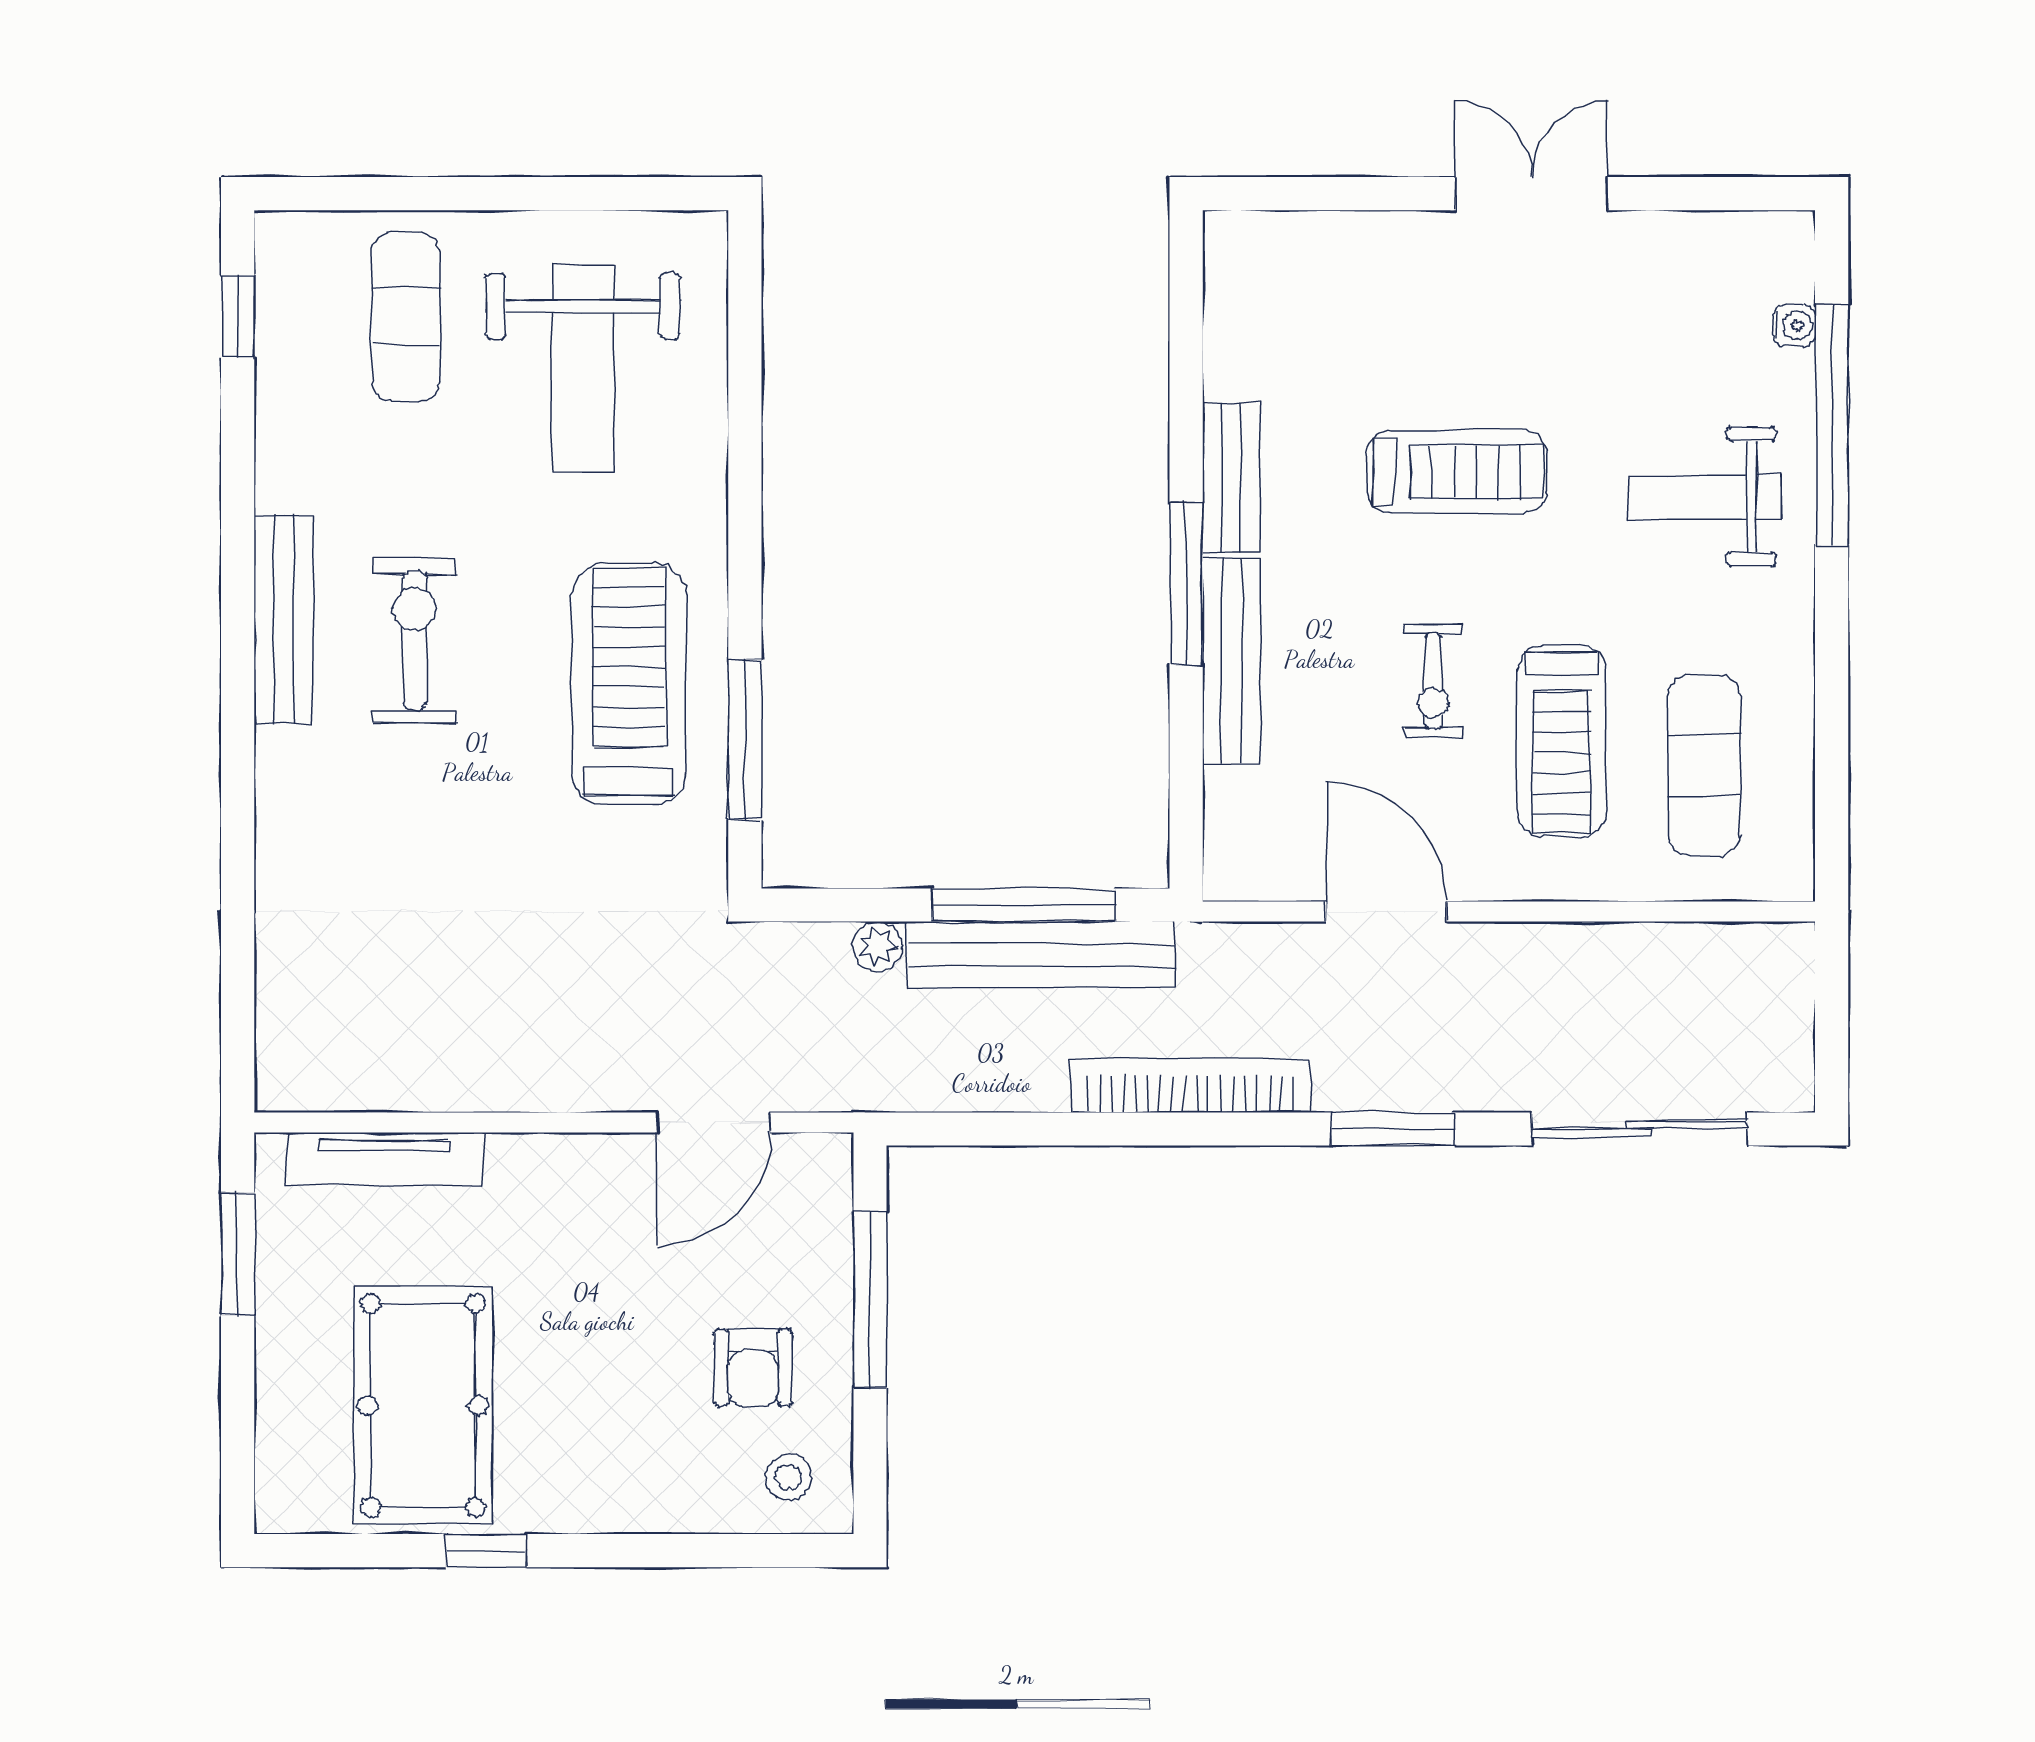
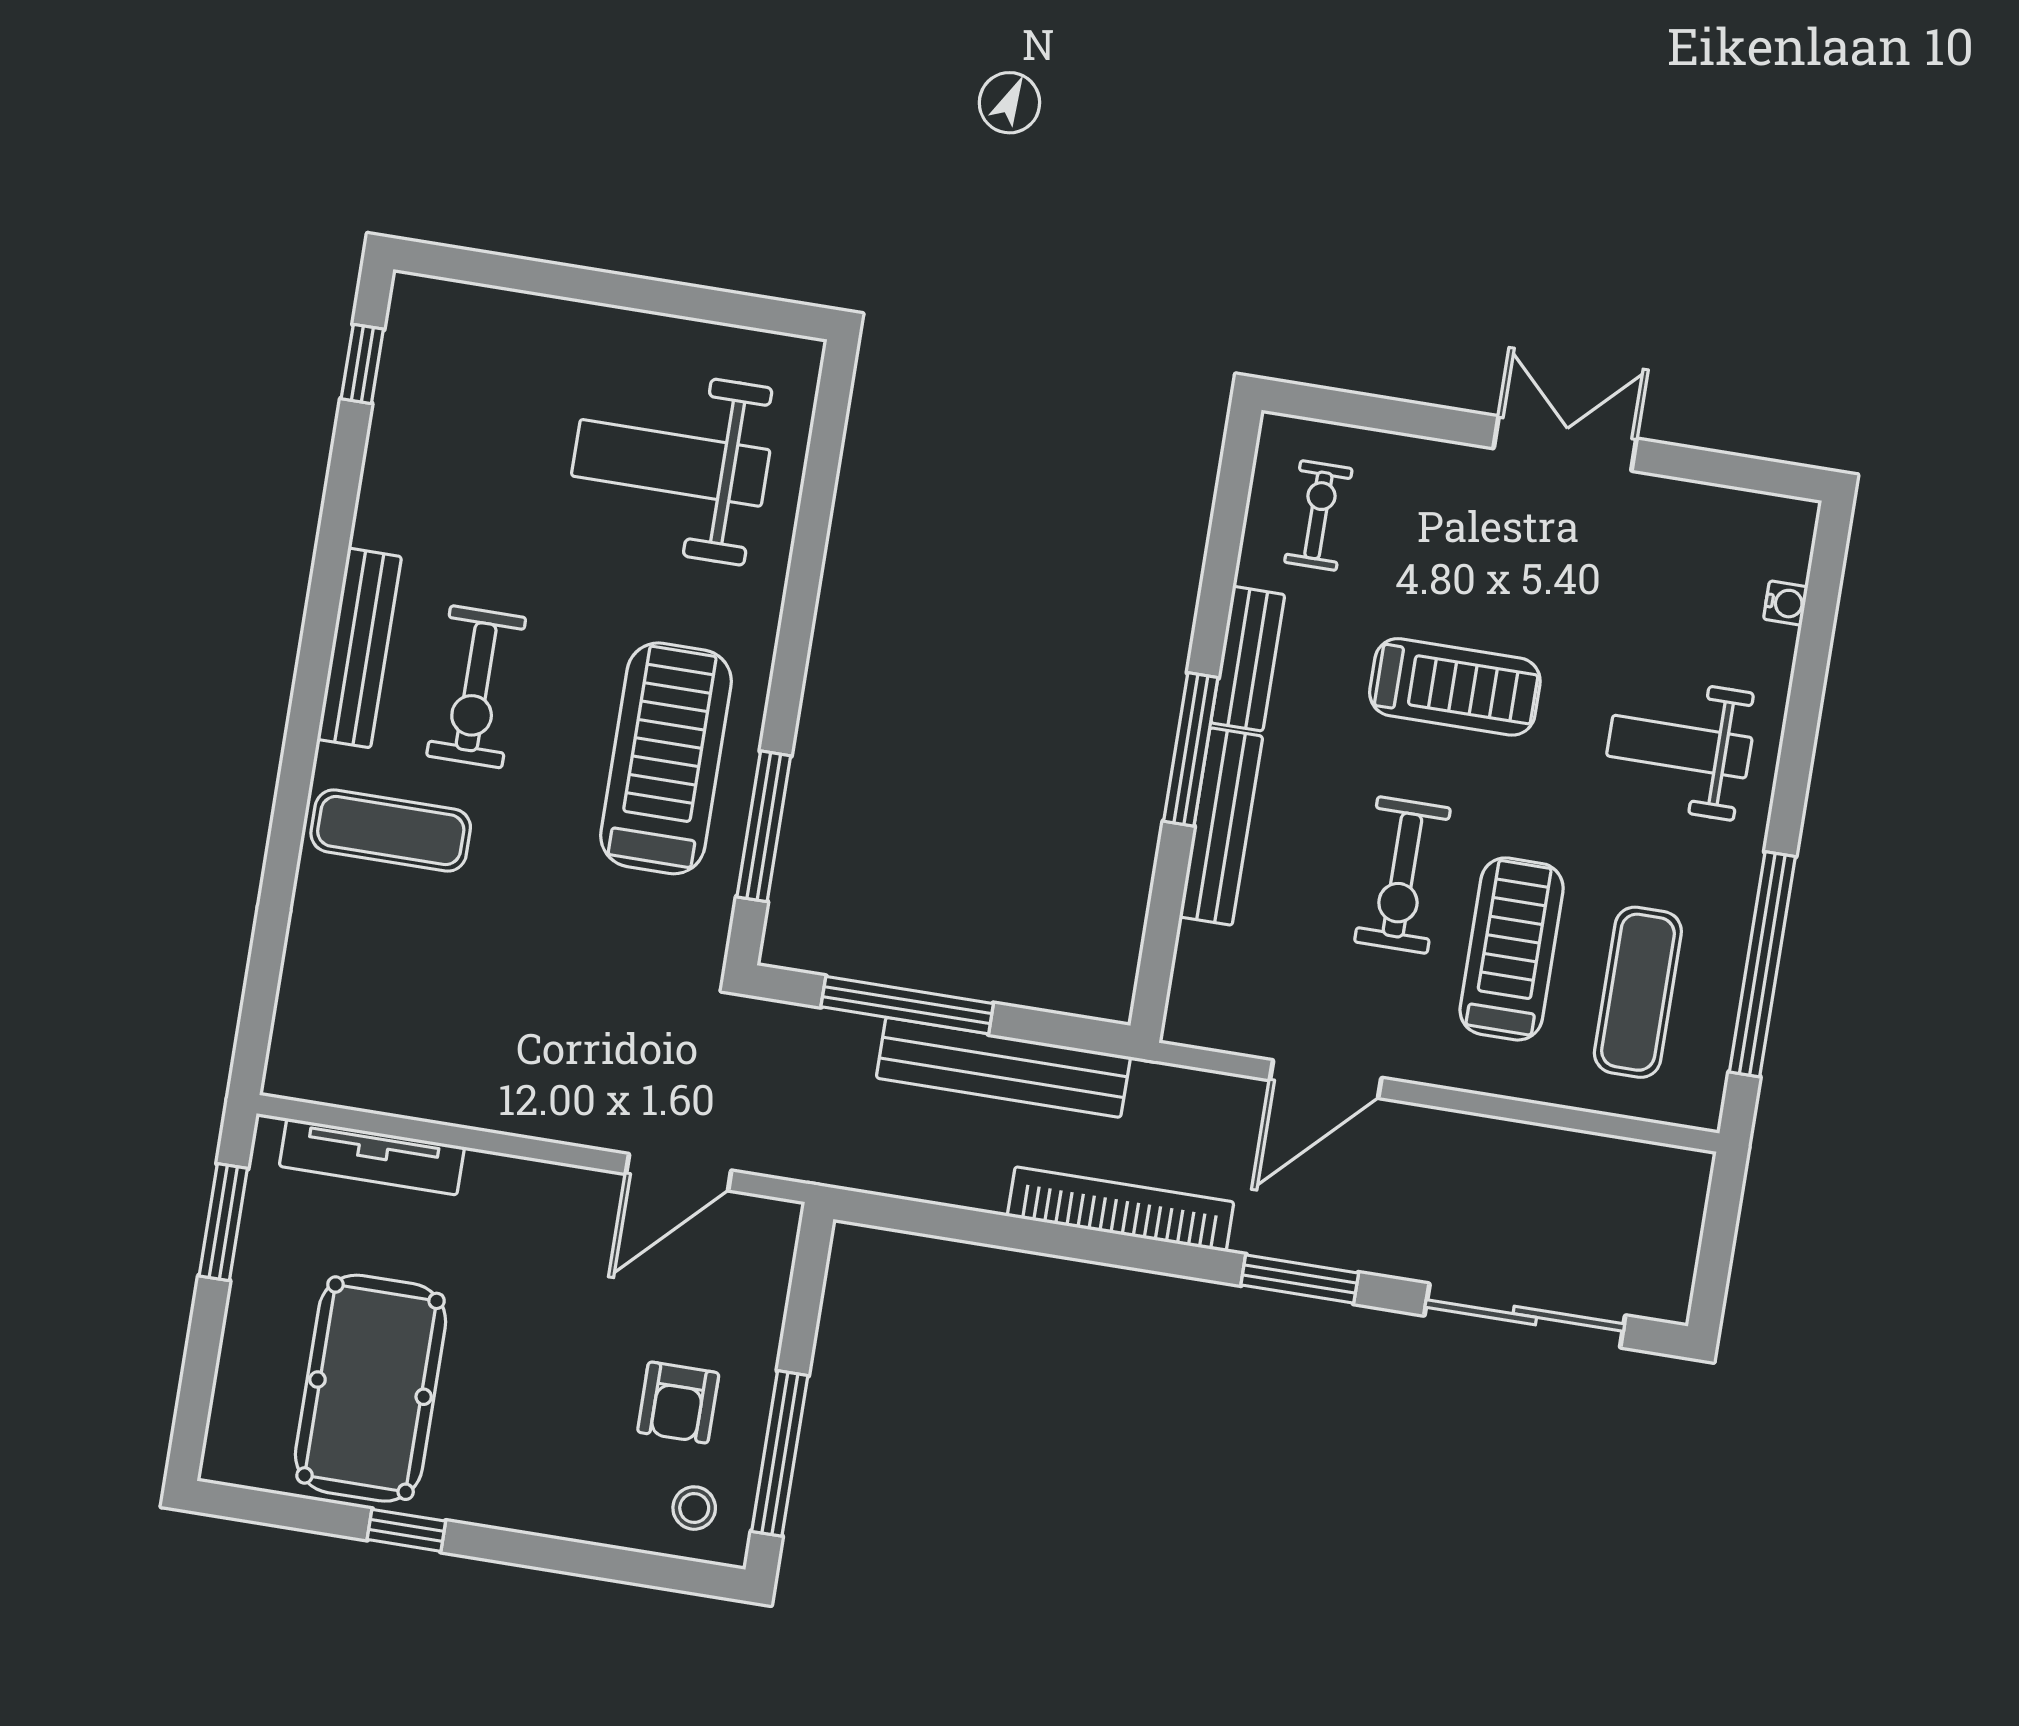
exercise bike: (1282, 313) -> (1318, 515), added
exercise mat: (406, 317) -> (391, 830), moved, turned 90
weight bench: (583, 369) -> (671, 463), turned 90
window: (1832, 425) -> (1762, 964), moved
exercise bike: (415, 640) -> (476, 687), turned 180
exercise bike: (1433, 681) -> (1402, 875), width x1.38, depth x1.39
treadmill: (1562, 741) -> (1512, 949), turned 180
window: (1024, 905) -> (907, 1005), moved
door: (1387, 912) -> (1326, 1079), swing flipped
plant: (877, 946) -> (855, 1035), removed
window: (870, 1299) -> (780, 1453), moved

